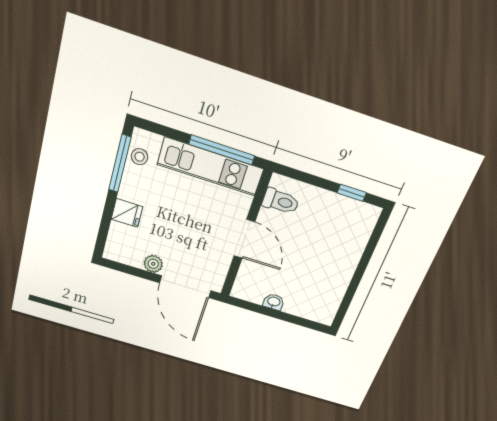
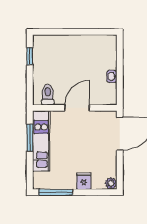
window: (222, 150) -> (30, 137), width x0.69
stool: (140, 157) -> (48, 182), removed
plant: (153, 264) -> (111, 183), moved

